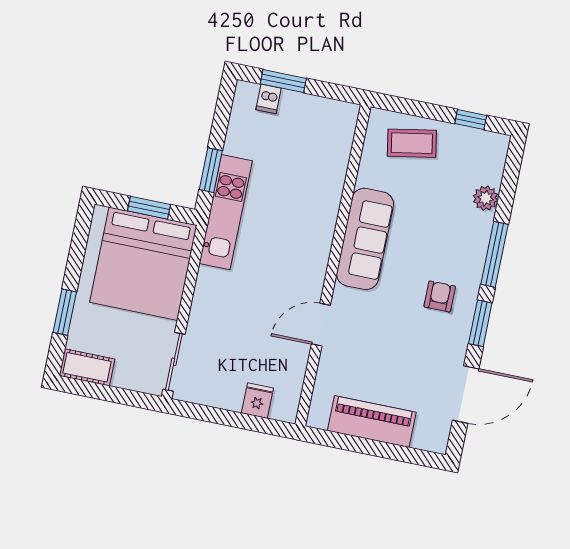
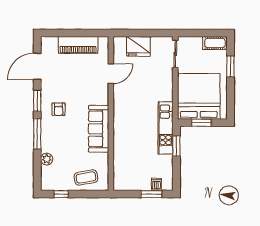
door: (321, 325) -> (111, 74), moved
fridge: (257, 401) -> (138, 46), width x1.88, depth x1.34

